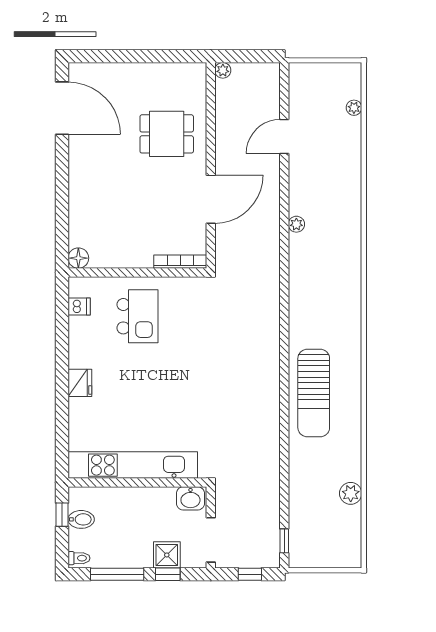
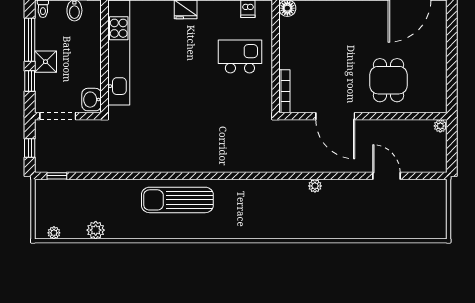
plant: (354, 108) -> (54, 233), moved
kitchen island: (138, 316) -> (240, 56), turned 180
shower: (167, 555) -> (45, 62), moved

